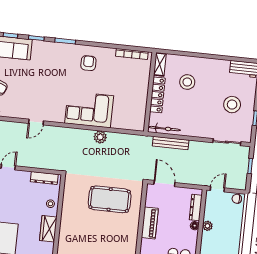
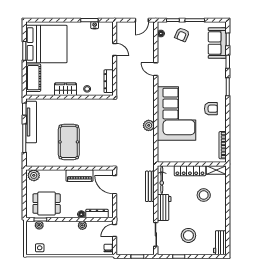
corner sofa: (89, 109) -> (176, 113), width x1.36, depth x1.36
workbench: (197, 129) -> (164, 207), added
door: (164, 184) -> (115, 185), swing flipped
door: (217, 189) -> (115, 230), swing flipped
pool table: (110, 199) -> (69, 142), moved

